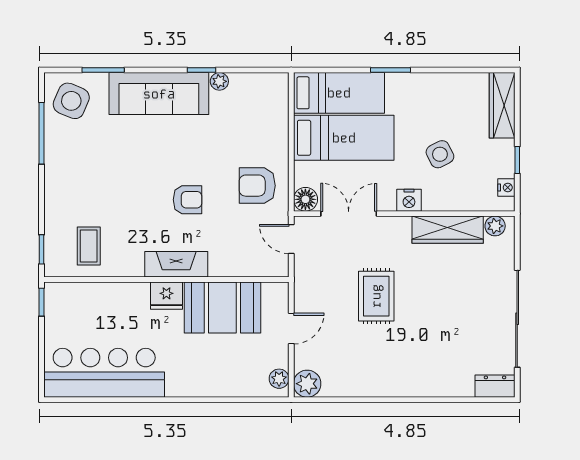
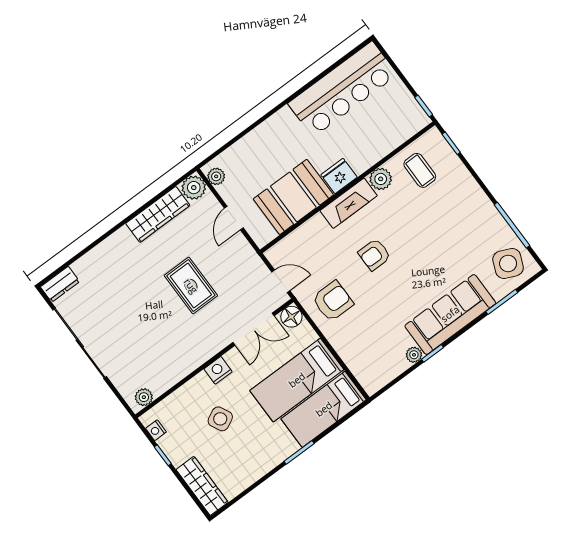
wardrobe: (448, 230) -> (158, 214), moved, turned 180
plant: (130, 265) -> (381, 179), added

